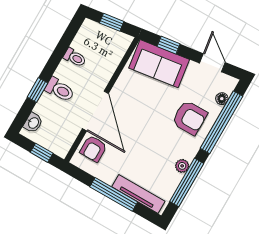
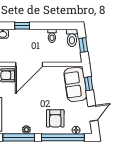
toilet: (60, 90) -> (72, 38), moved

